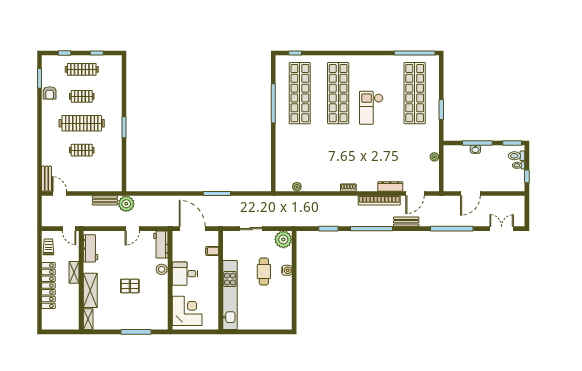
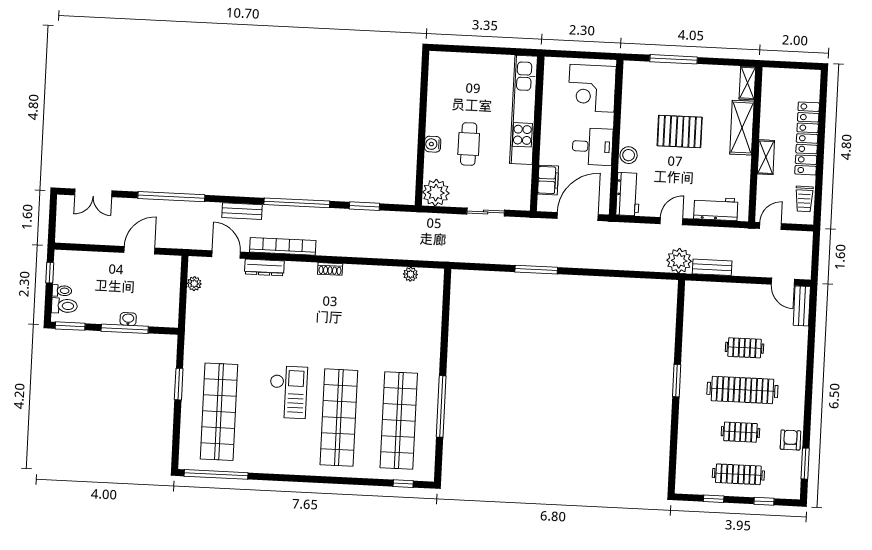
plant: (434, 157) -> (194, 284), moved
door: (415, 194) -> (226, 254), hinge flipped
door: (69, 229) -> (771, 226), hinge flipped
door: (192, 229) -> (578, 217), swing flipped
workbench: (90, 248) -> (716, 209), moved, turned 90
filing cabinet: (212, 251) -> (548, 180), width x2.00
pallet: (130, 286) -> (680, 132), width x1.50, depth x1.42

